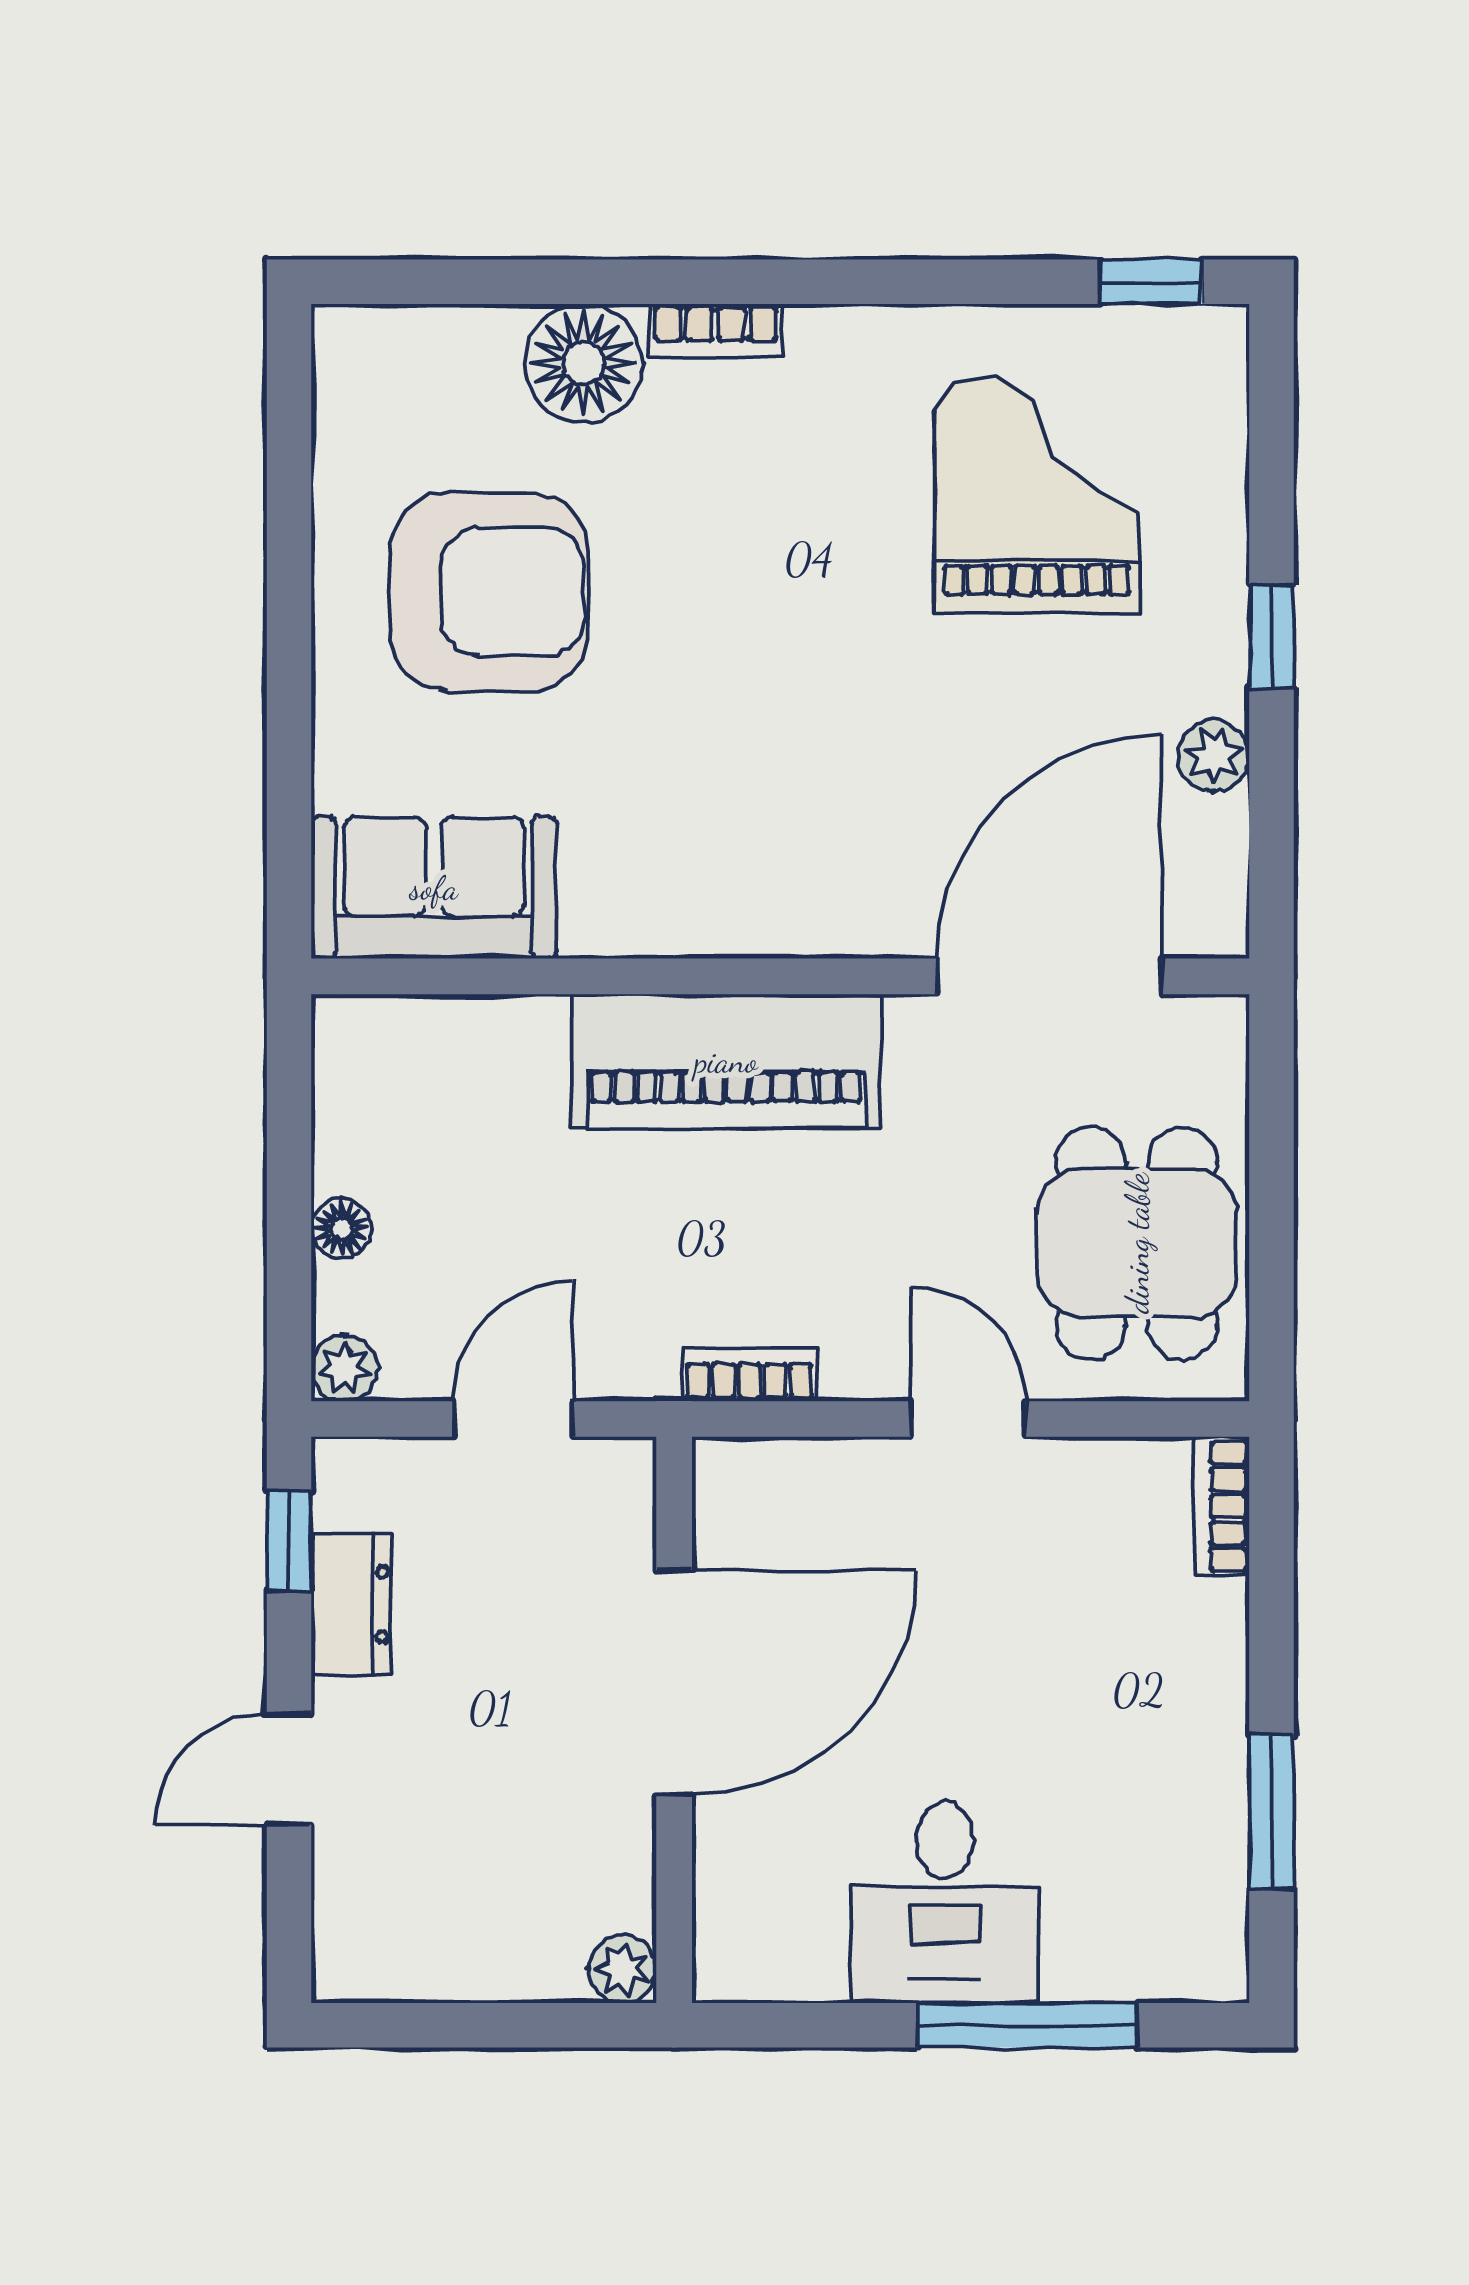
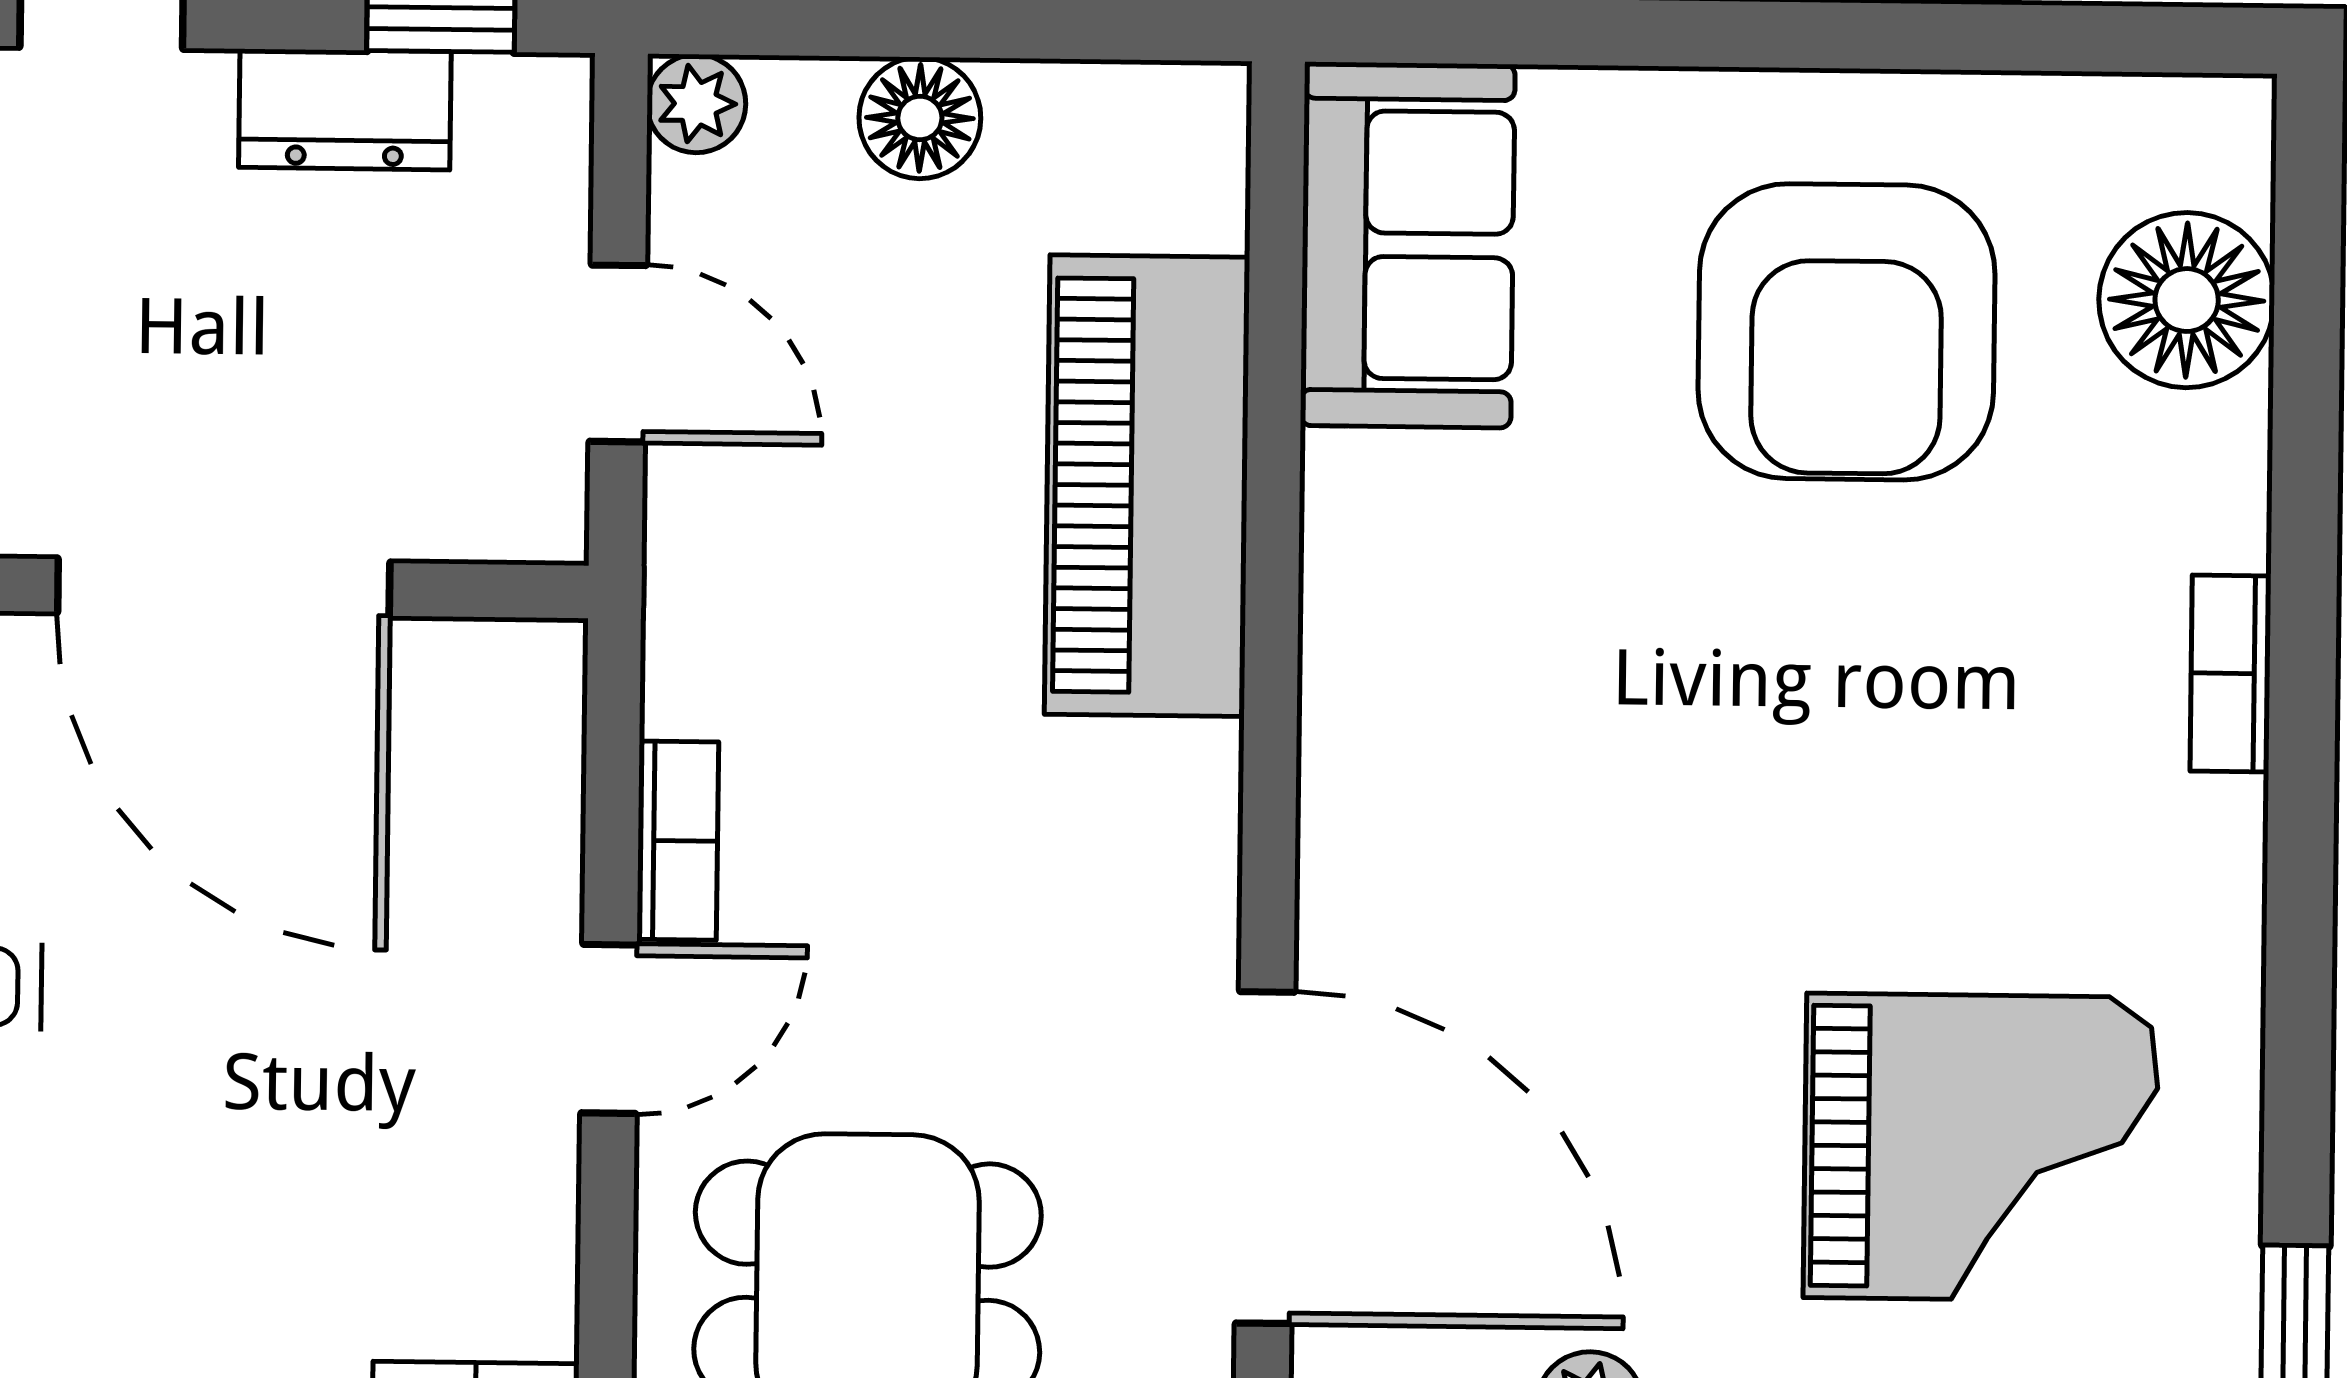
floor lamp: (583, 363) -> (2187, 300), moved
piano: (726, 1061) -> (1147, 486), moved
floor lamp: (341, 1229) -> (920, 118), width x1.37, depth x1.37
bookcase: (750, 1375) -> (678, 841), moved

